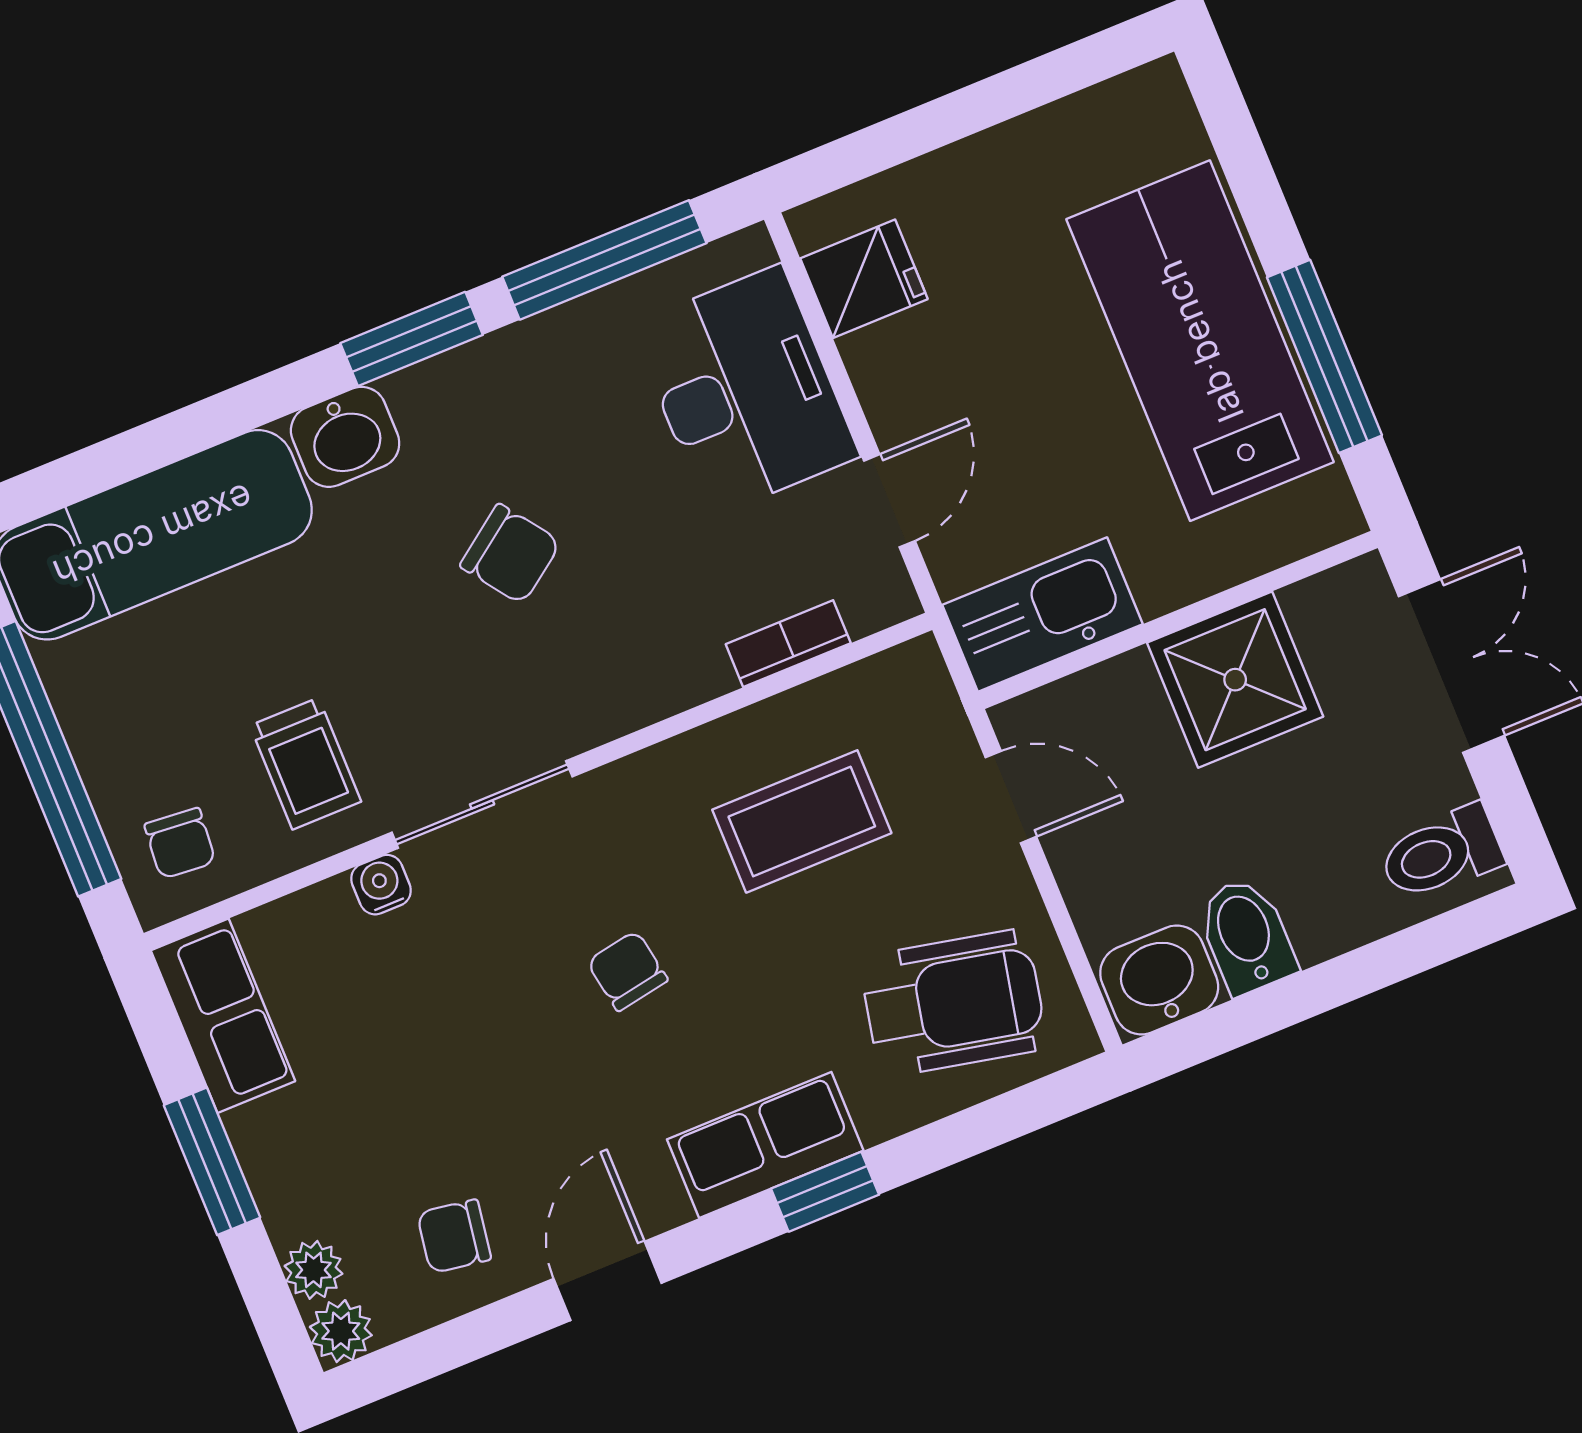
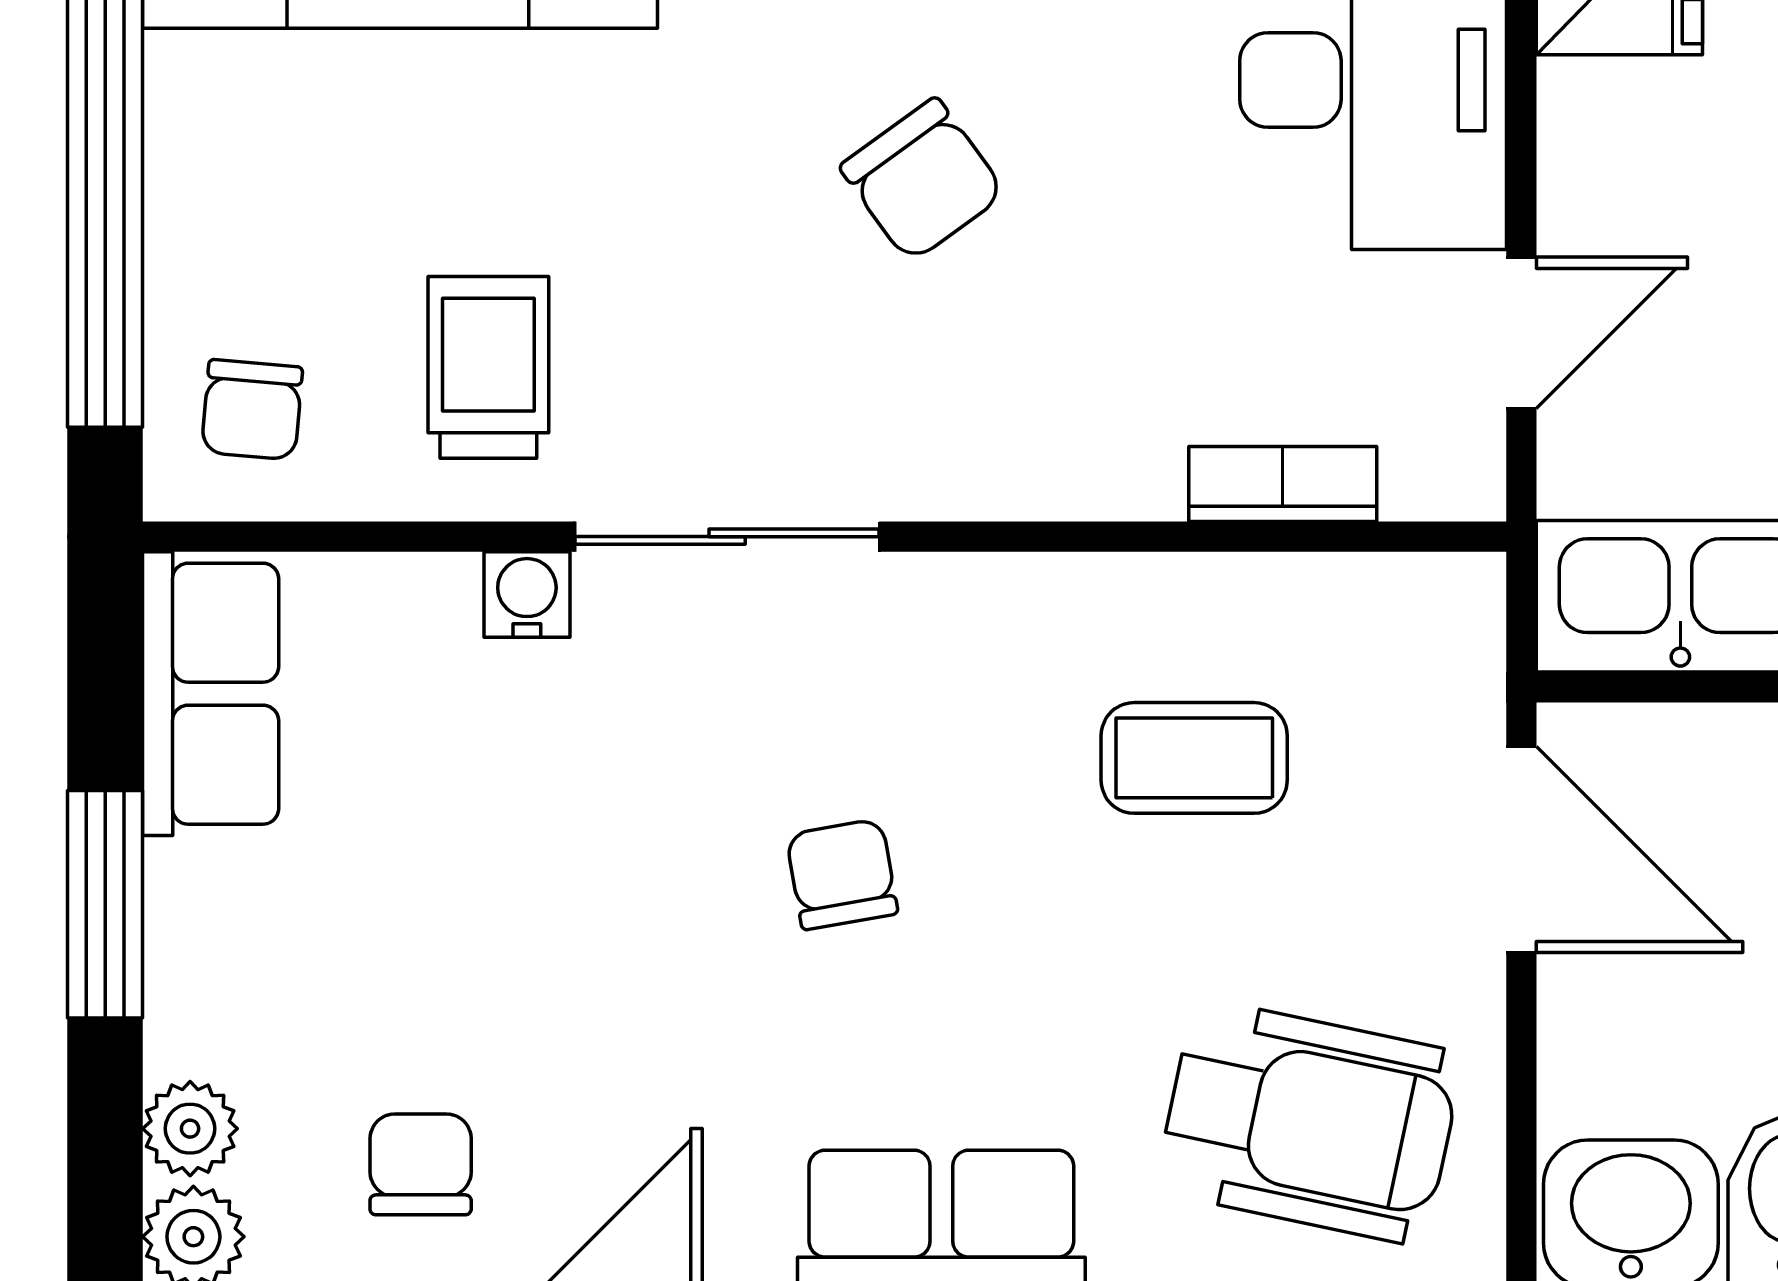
trolley: (306, 764) -> (488, 367), turned 180
door: (1011, 797) -> (1521, 850), width x1.37
coffee table: (802, 821) -> (1194, 758), width x0.73, depth x0.77
chair: (454, 1236) -> (421, 1164), turned 81

